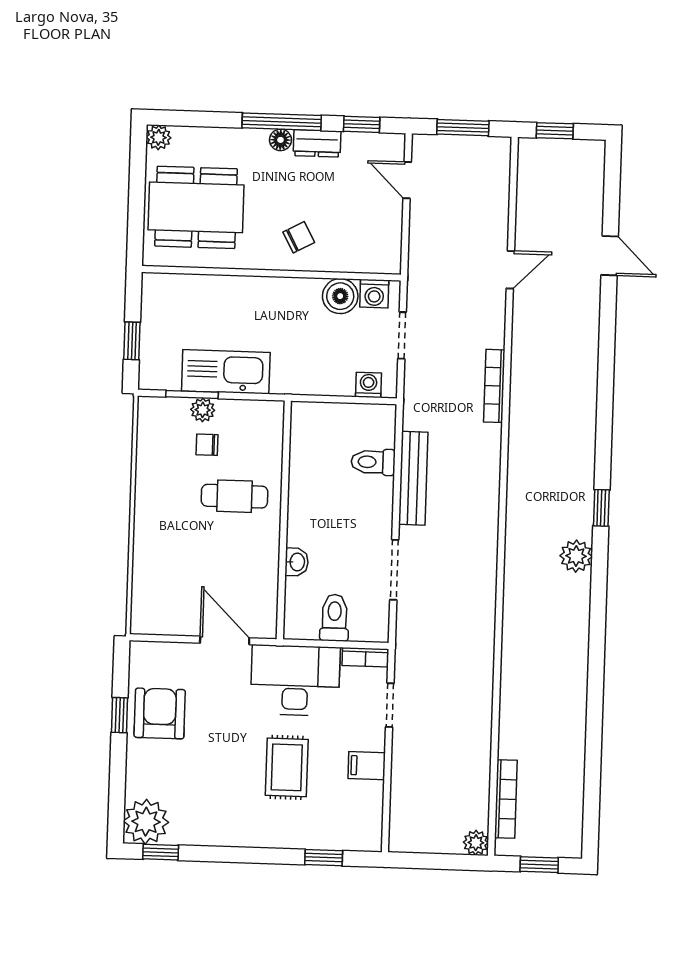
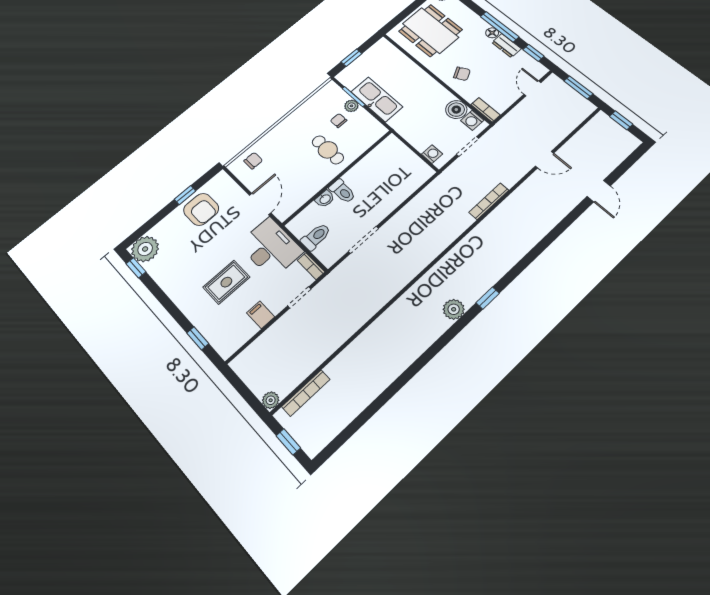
bookcase: (377, 264) -> (485, 110), added
toilet: (373, 462) -> (343, 191), moved, turned 180
bench: (413, 478) -> (412, 209), removed
chair: (156, 595) -> (253, 161), added
armchair: (160, 713) -> (201, 209), turned 90

